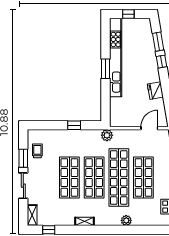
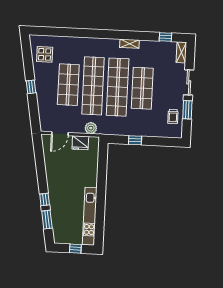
kitchen unit: (116, 58) -> (90, 216), width x0.73
window: (106, 69) -> (101, 195), removed
fridge: (155, 91) -> (80, 143), moved, turned 100
plant: (107, 135) -> (91, 128), moved
shop shelf: (94, 178) -> (118, 87), width x1.40
plant: (126, 220) -> (88, 43), removed

